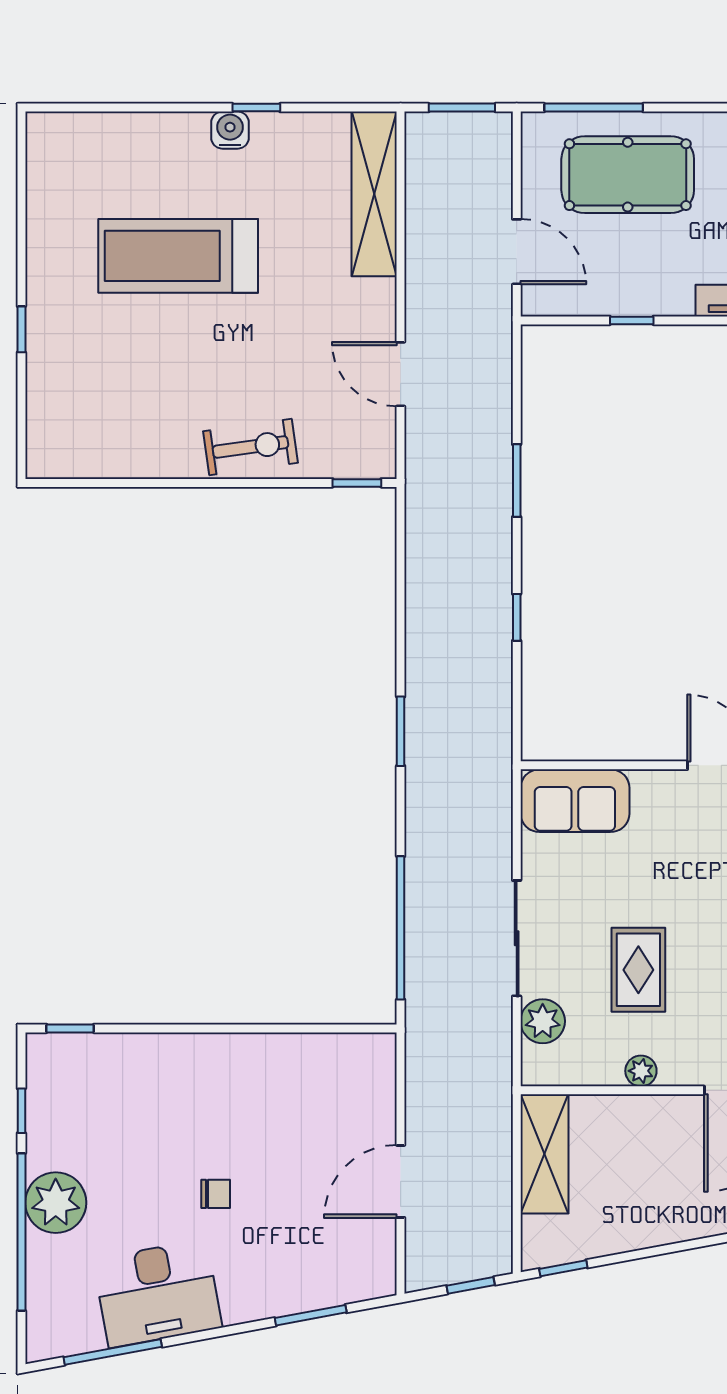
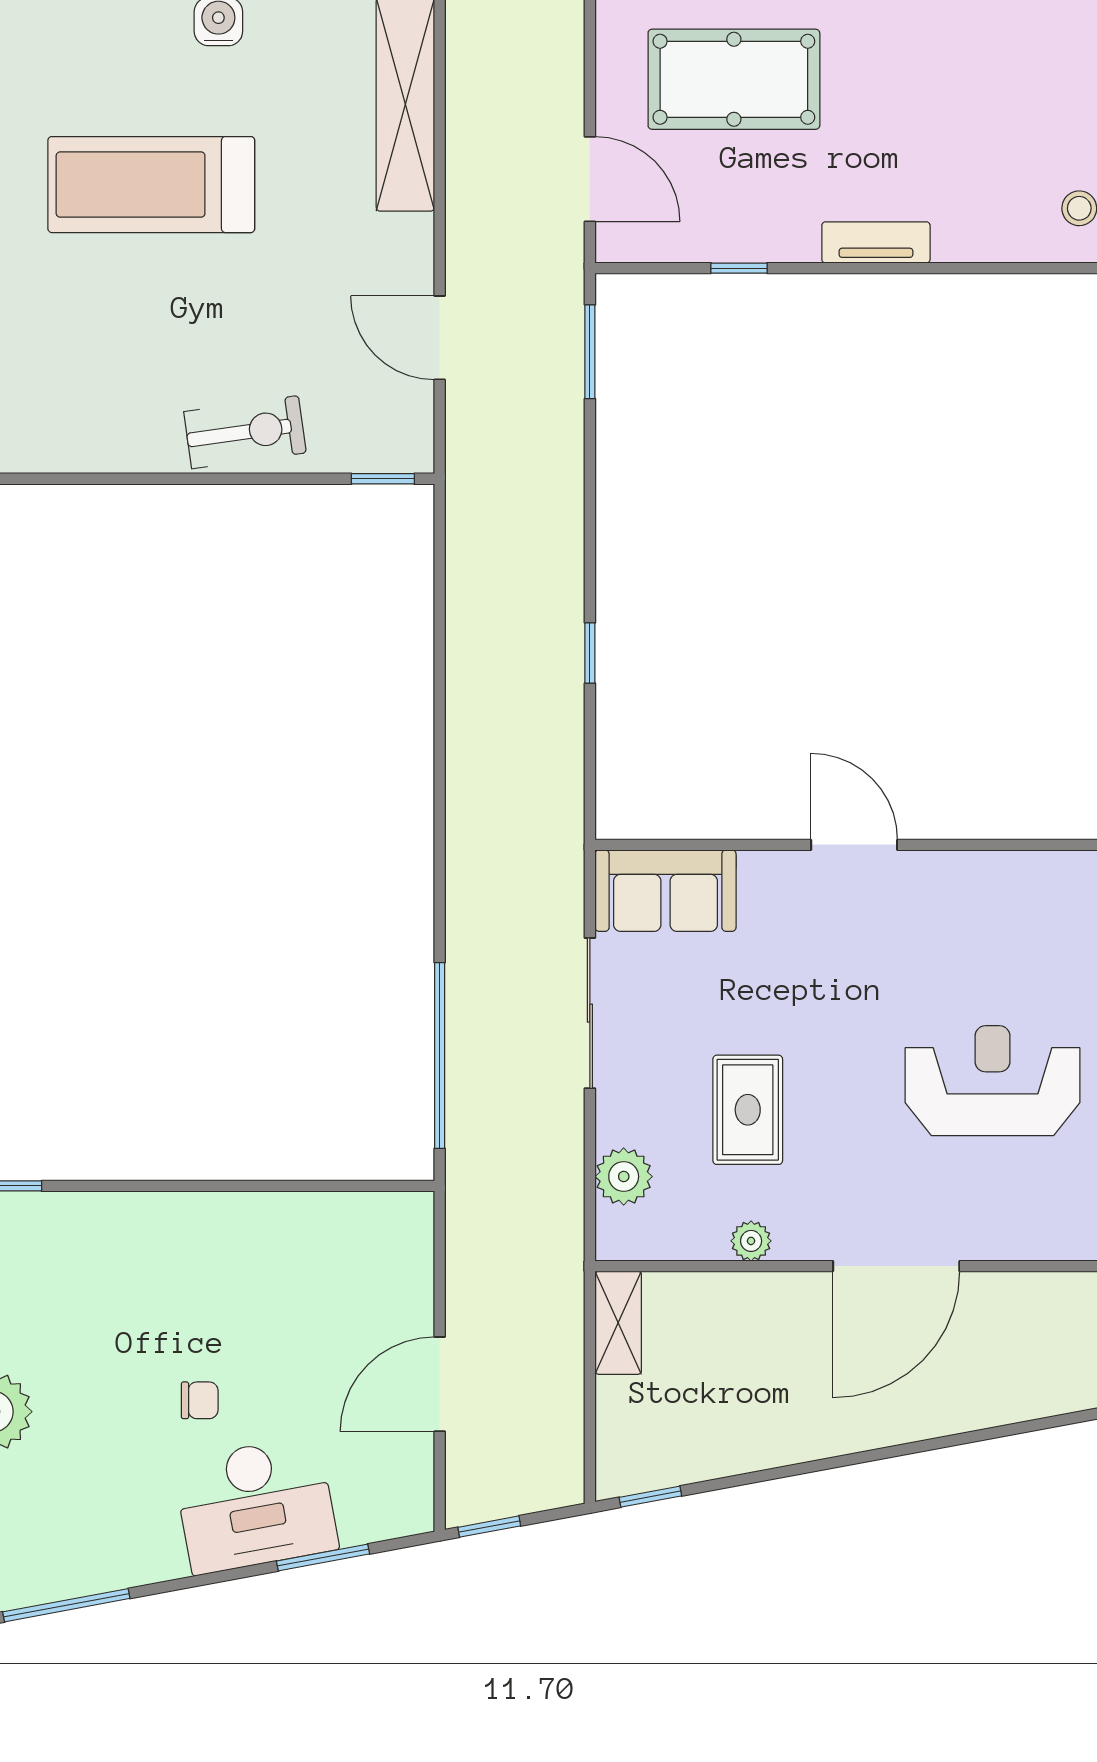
window: (517, 481) -> (590, 352), moved
window: (401, 731) -> (440, 801), removed
sliding door: (517, 938) -> (590, 1013), moved
shelving: (544, 1154) -> (618, 1323), width x0.67, depth x0.75
window: (471, 1285) -> (489, 1527), moved
desk: (158, 1293) -> (256, 1505), moved

